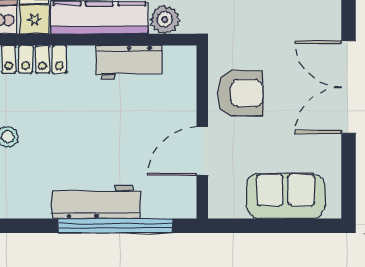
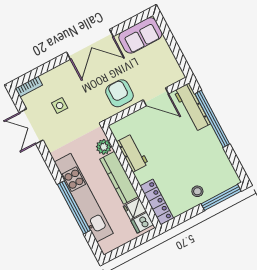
sofa: (286, 196) -> (140, 35), moved, turned -90
workbench: (96, 202) -> (192, 107), moved

